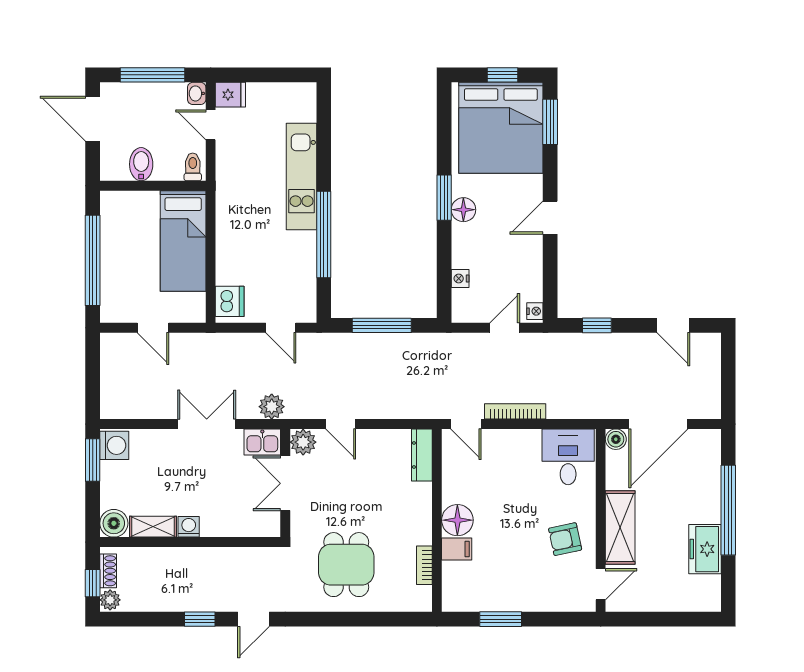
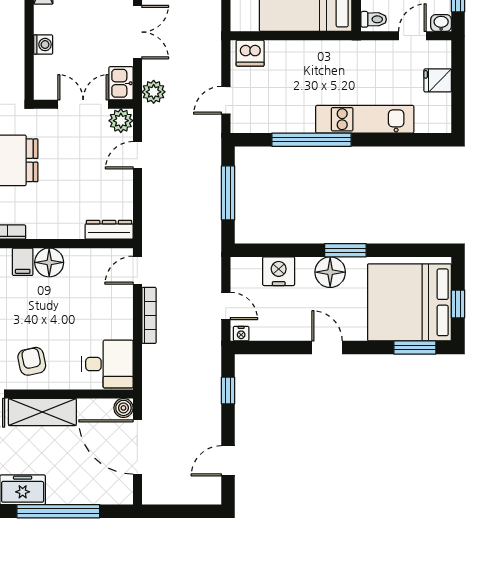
fridge: (230, 95) -> (438, 80), moved, turned 90
floor lamp: (463, 210) -> (330, 272), width x1.38, depth x1.38
nightstand: (460, 278) -> (279, 271), width x1.89, depth x1.79
washing machine: (189, 527) -> (43, 45), moved

